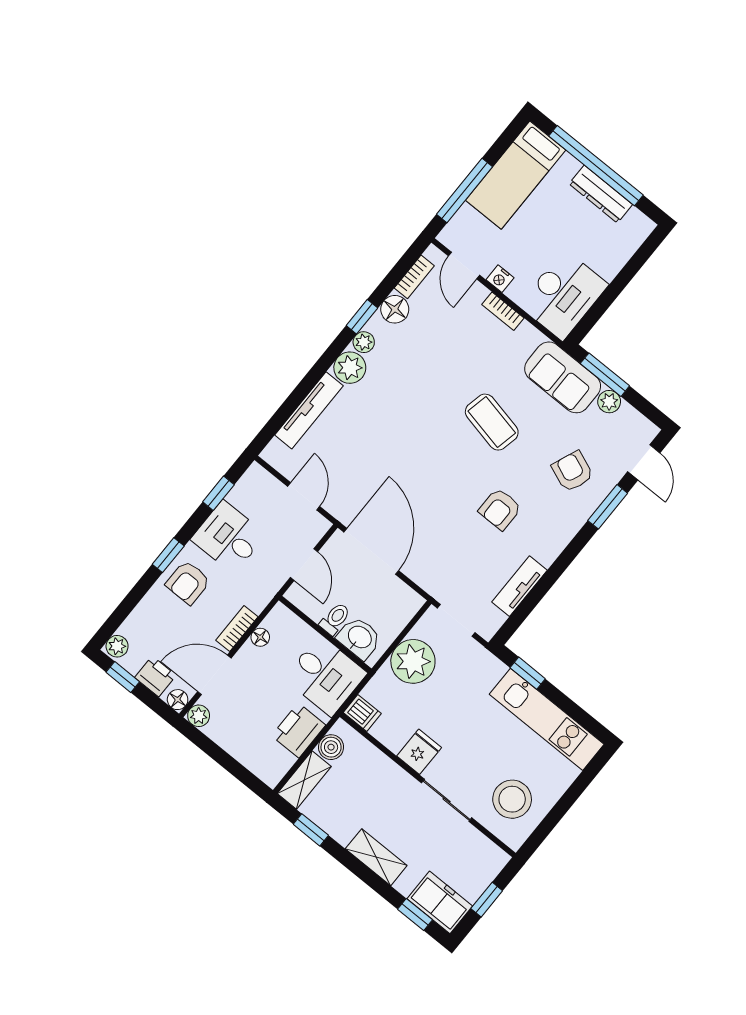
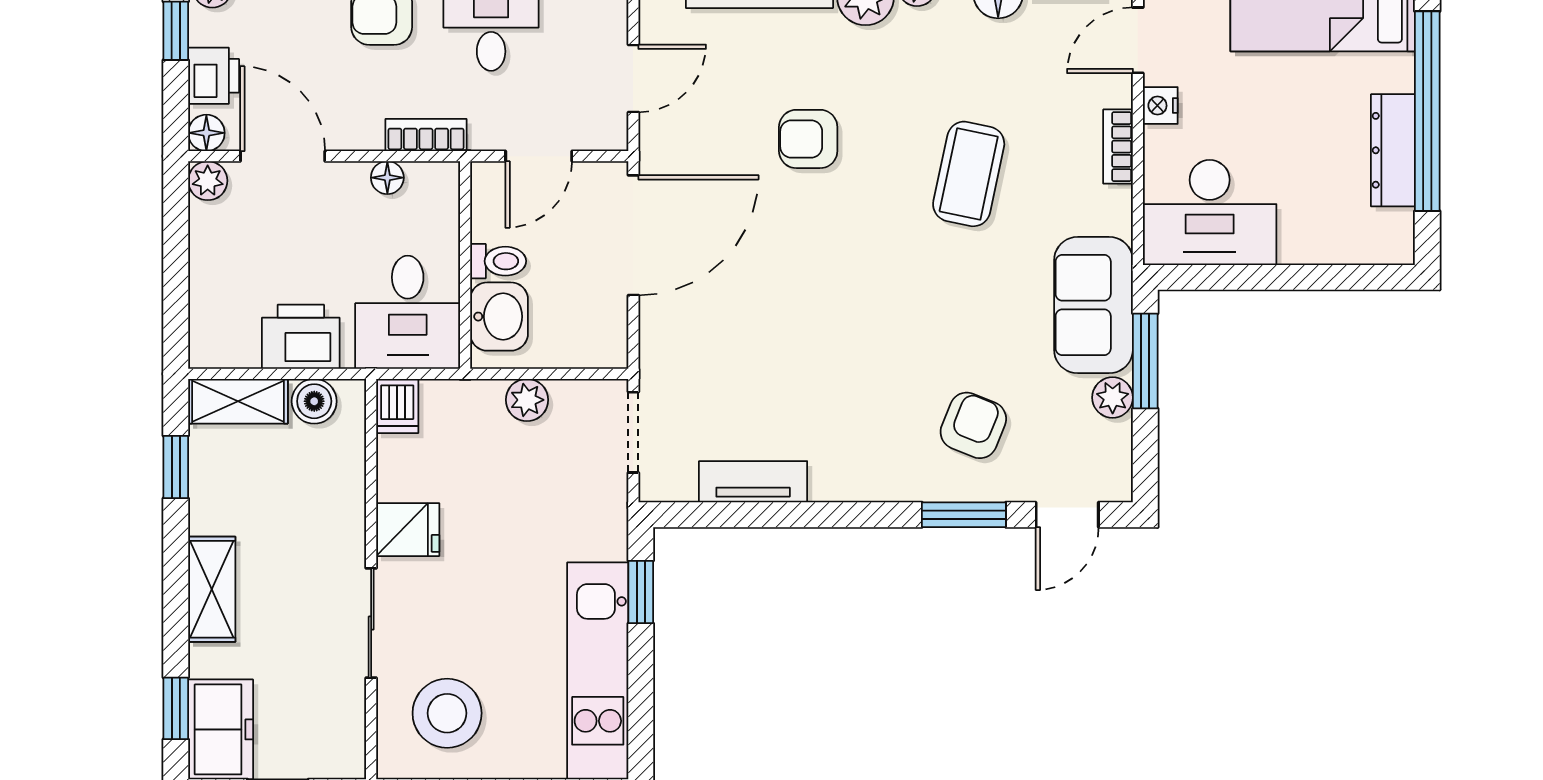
coffee table: (492, 422) -> (969, 174), moved
armchair: (500, 509) -> (808, 139), moved
bookcase: (237, 628) -> (426, 135), moved
plant: (413, 661) -> (527, 400), width x0.53, depth x0.53

